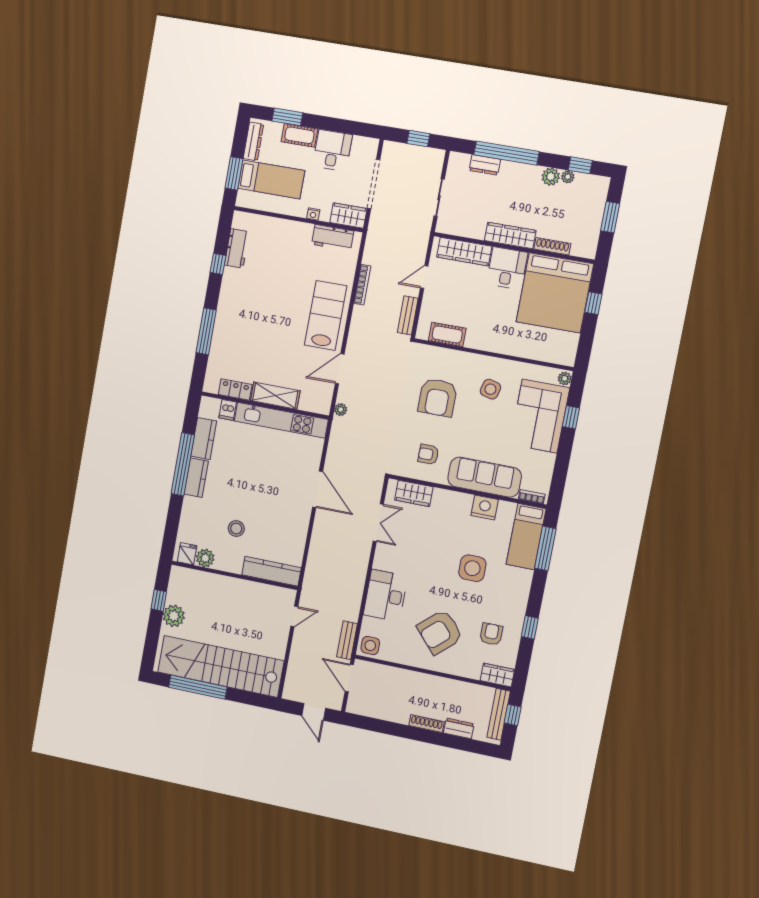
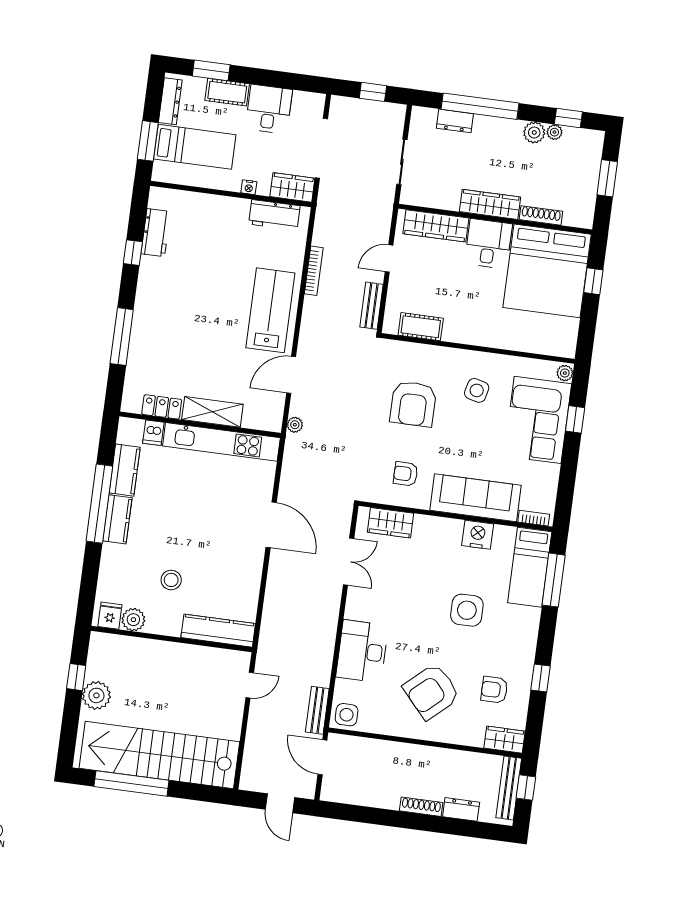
armchair: (491, 634) -> (494, 690), turned -90

